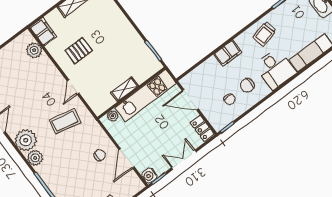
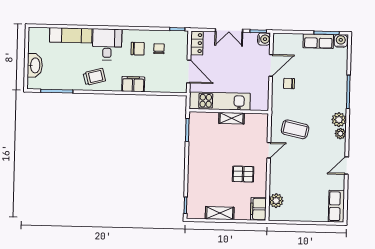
plant: (113, 116) -> (256, 105), removed
plant: (26, 140) -> (340, 134), width x0.53, depth x0.53

